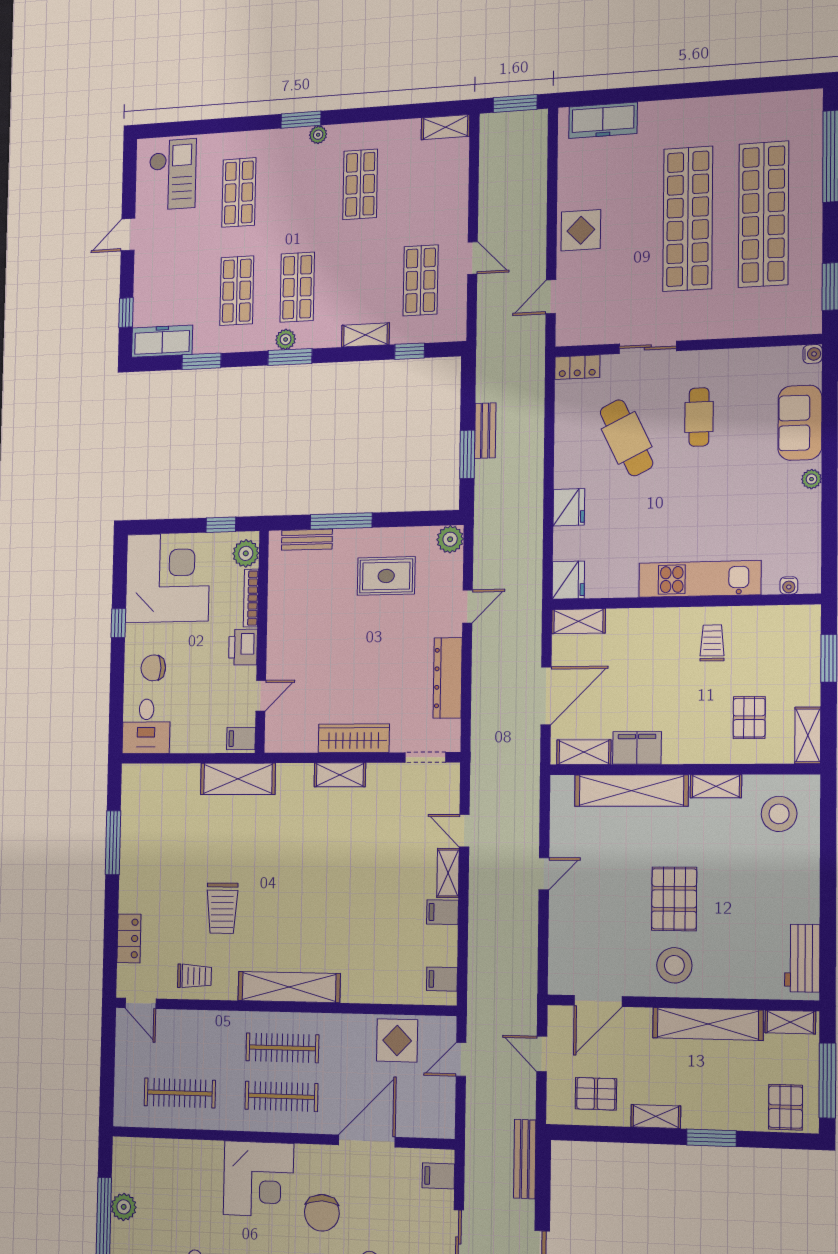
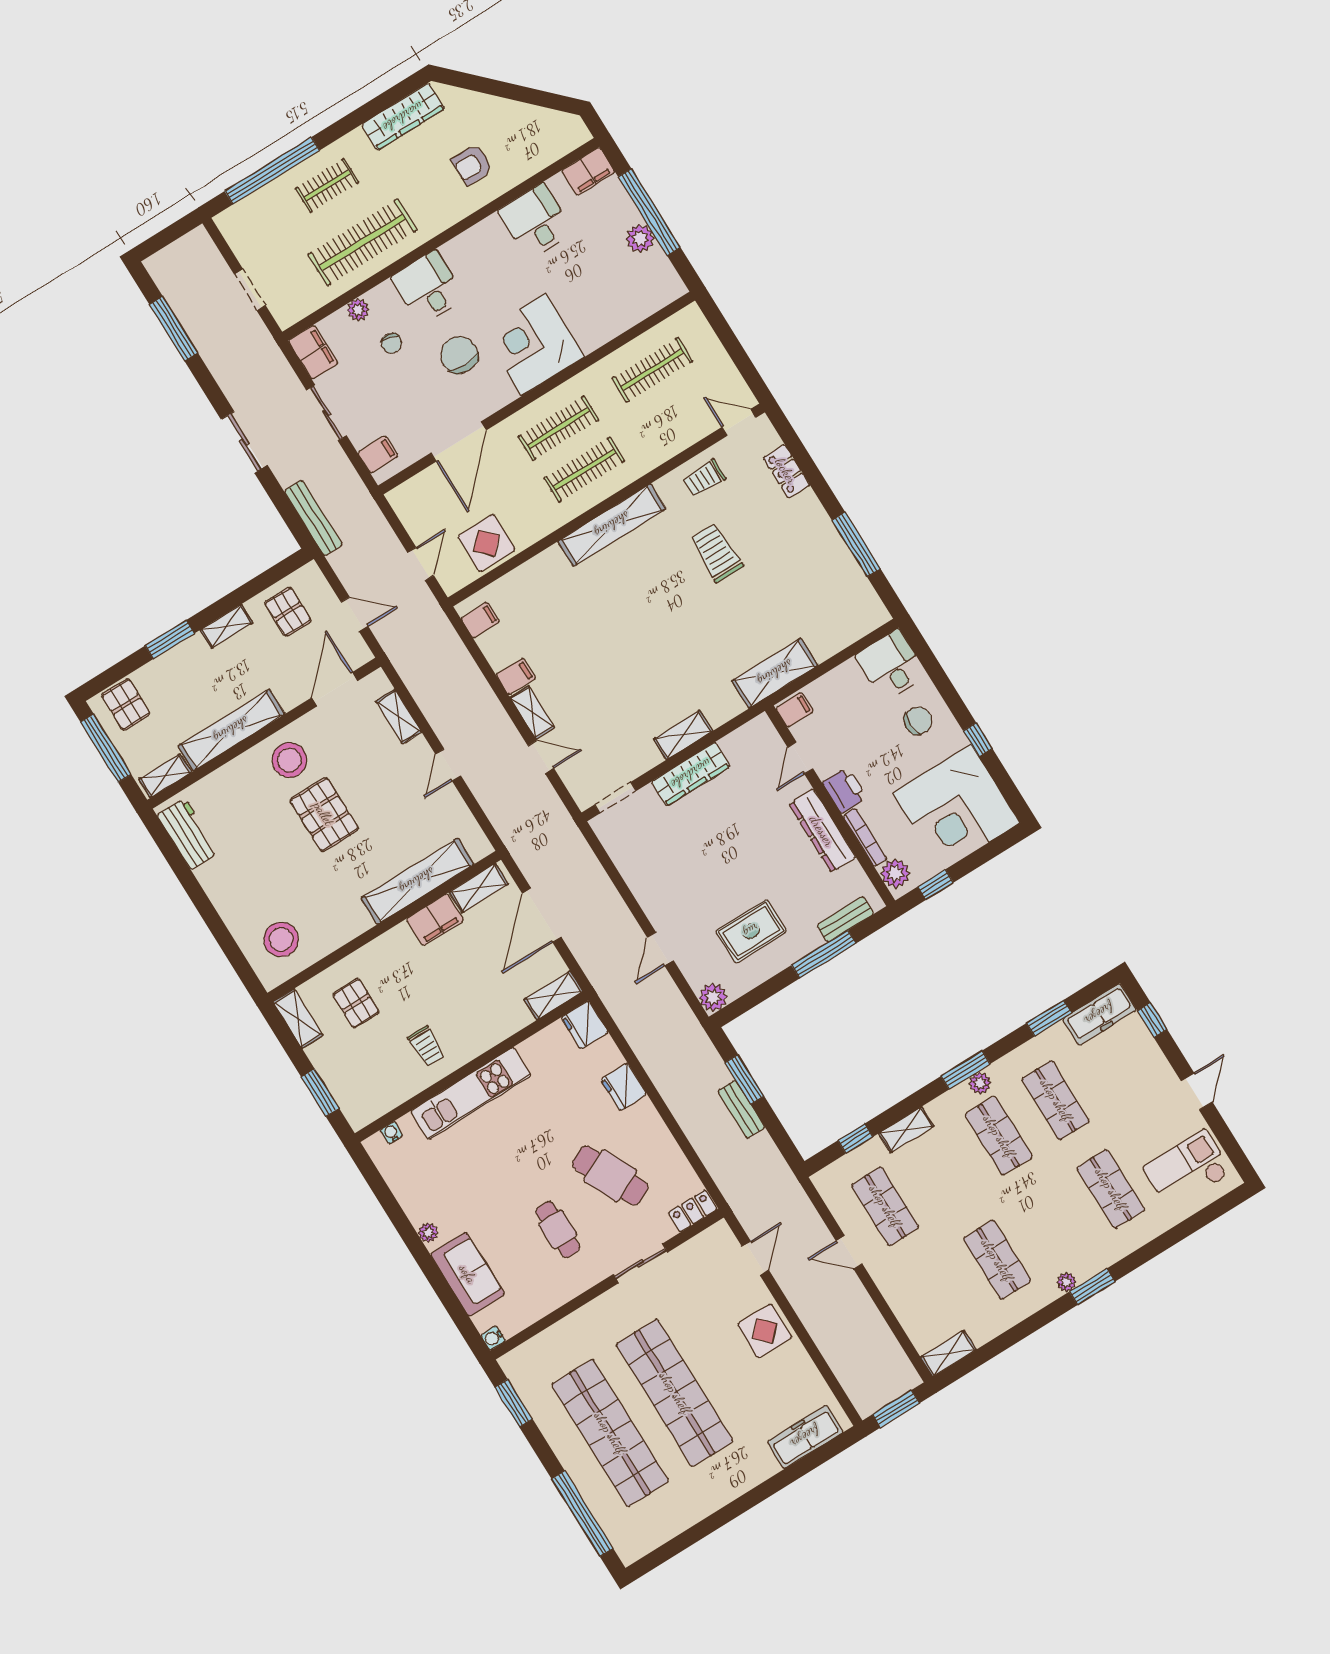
checkout: (172, 174) -> (1188, 1170), turned 90
dresser: (448, 678) -> (822, 831), moved, turned 180
shelving: (716, 786) -> (399, 717), moved, turned 90
pallet: (596, 1094) -> (288, 612), turned 90

